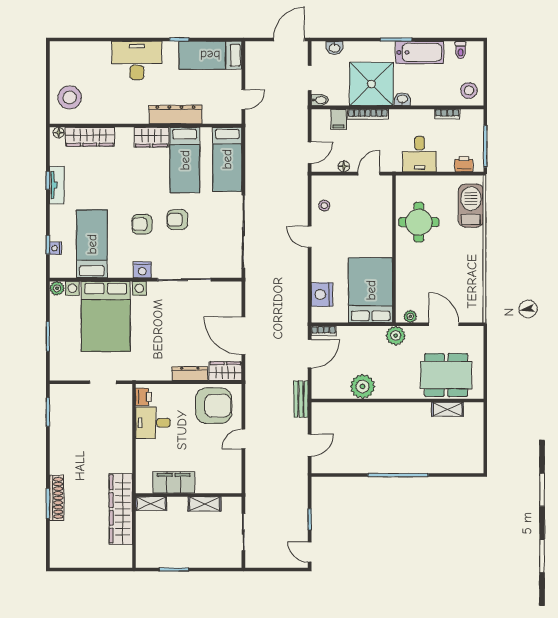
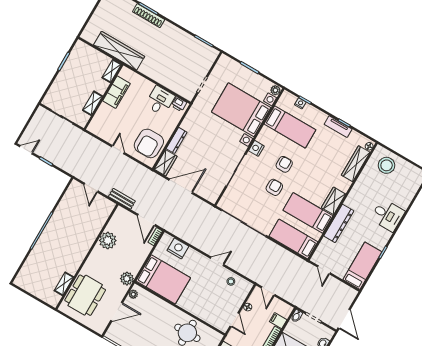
desk: (137, 61) -> (388, 215), width x0.73

